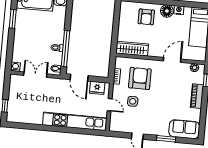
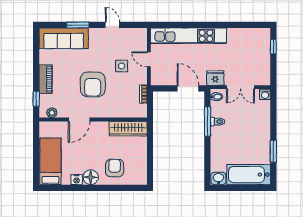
window: (65, 49) -> (207, 121), width x0.68
armchair: (140, 78) -> (93, 84), moved
fridge: (97, 88) -> (215, 78), moved
sofa: (184, 129) -> (64, 38), width x1.36

